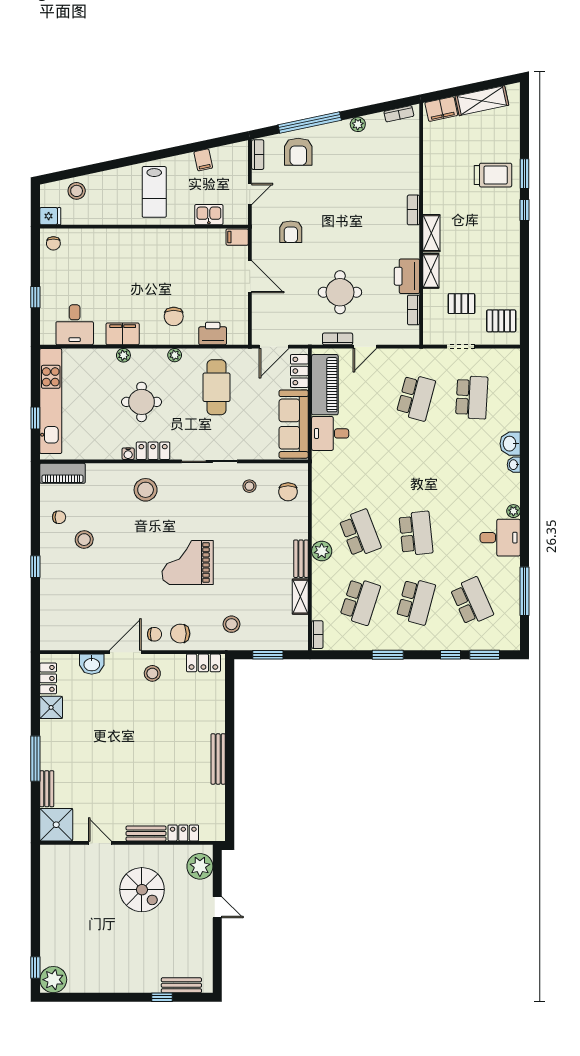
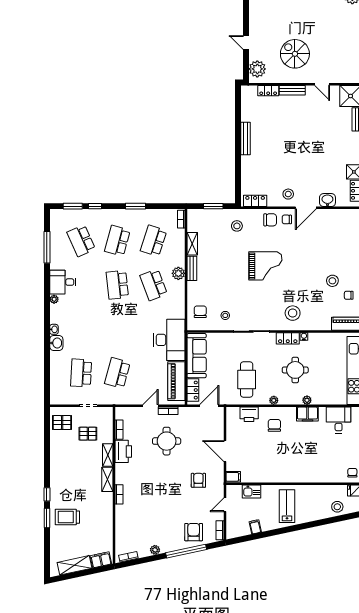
desk: (330, 433) -> (169, 340), width x1.87, depth x1.30

